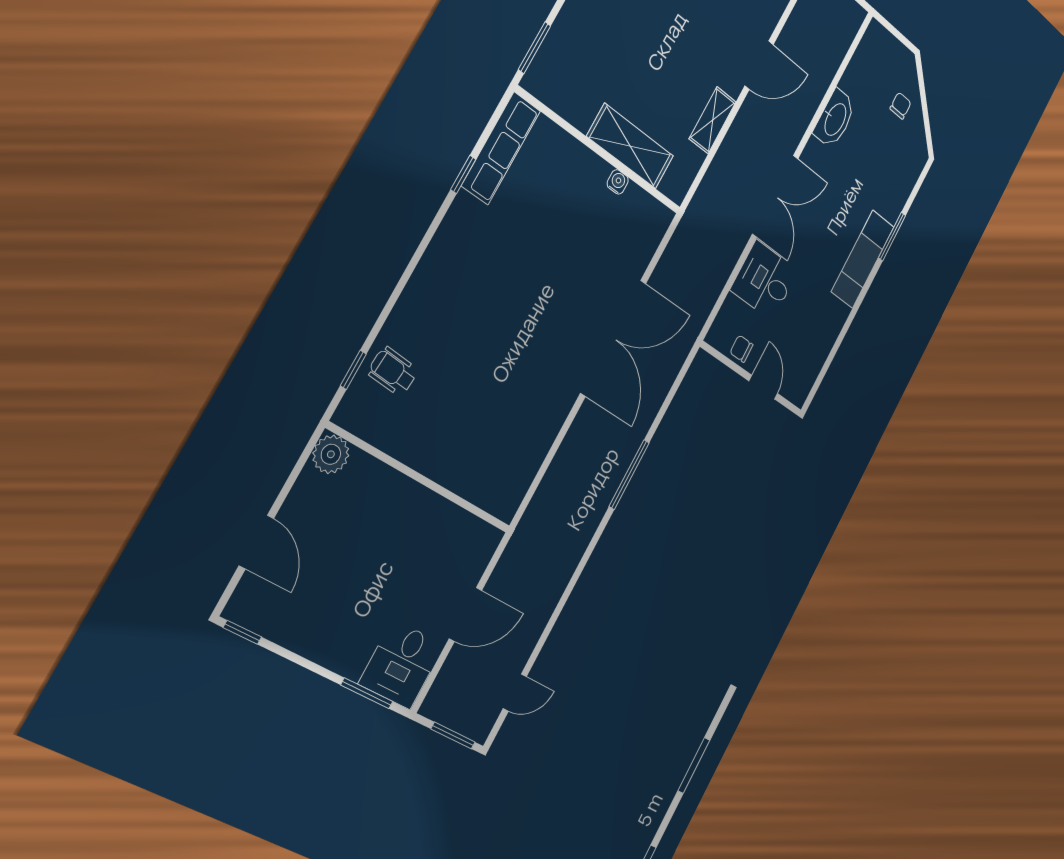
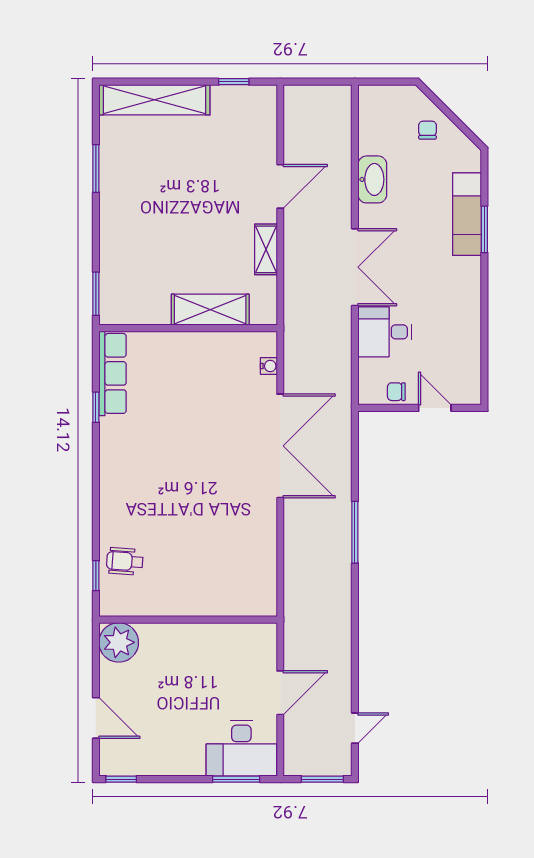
water cooler: (618, 182) -> (269, 366), moved, turned 90
exam couch: (863, 259) -> (467, 214), moved
plant: (331, 454) -> (119, 642), width x1.36, depth x1.36
desk: (402, 664) -> (241, 748), width x1.37

